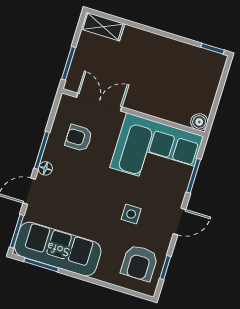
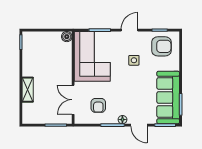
shelving: (103, 27) -> (28, 90), moved
door: (179, 222) -> (130, 30), hinge flipped

